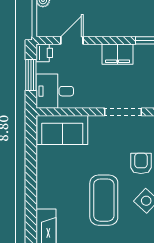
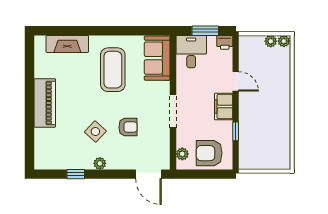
door: (72, 40) -> (236, 81), moved
coffee table: (104, 200) -> (113, 70), moved, turned 90

